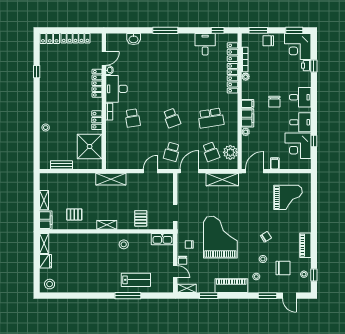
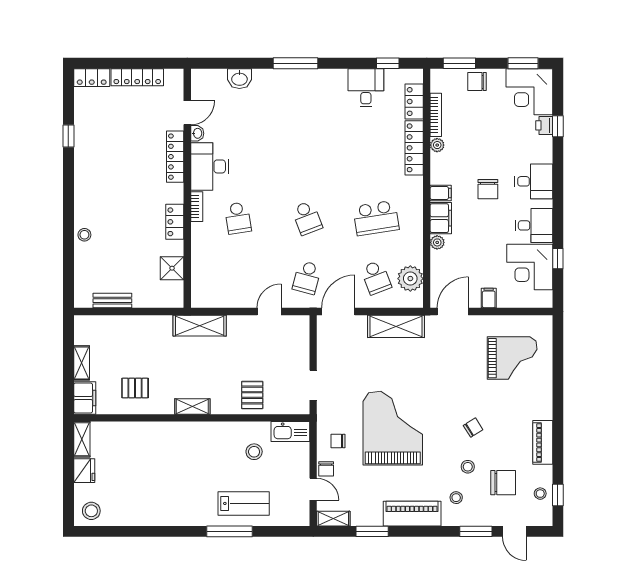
shower: (90, 146) -> (172, 268), width x0.54, depth x0.54
stool: (124, 244) -> (254, 452), moved

